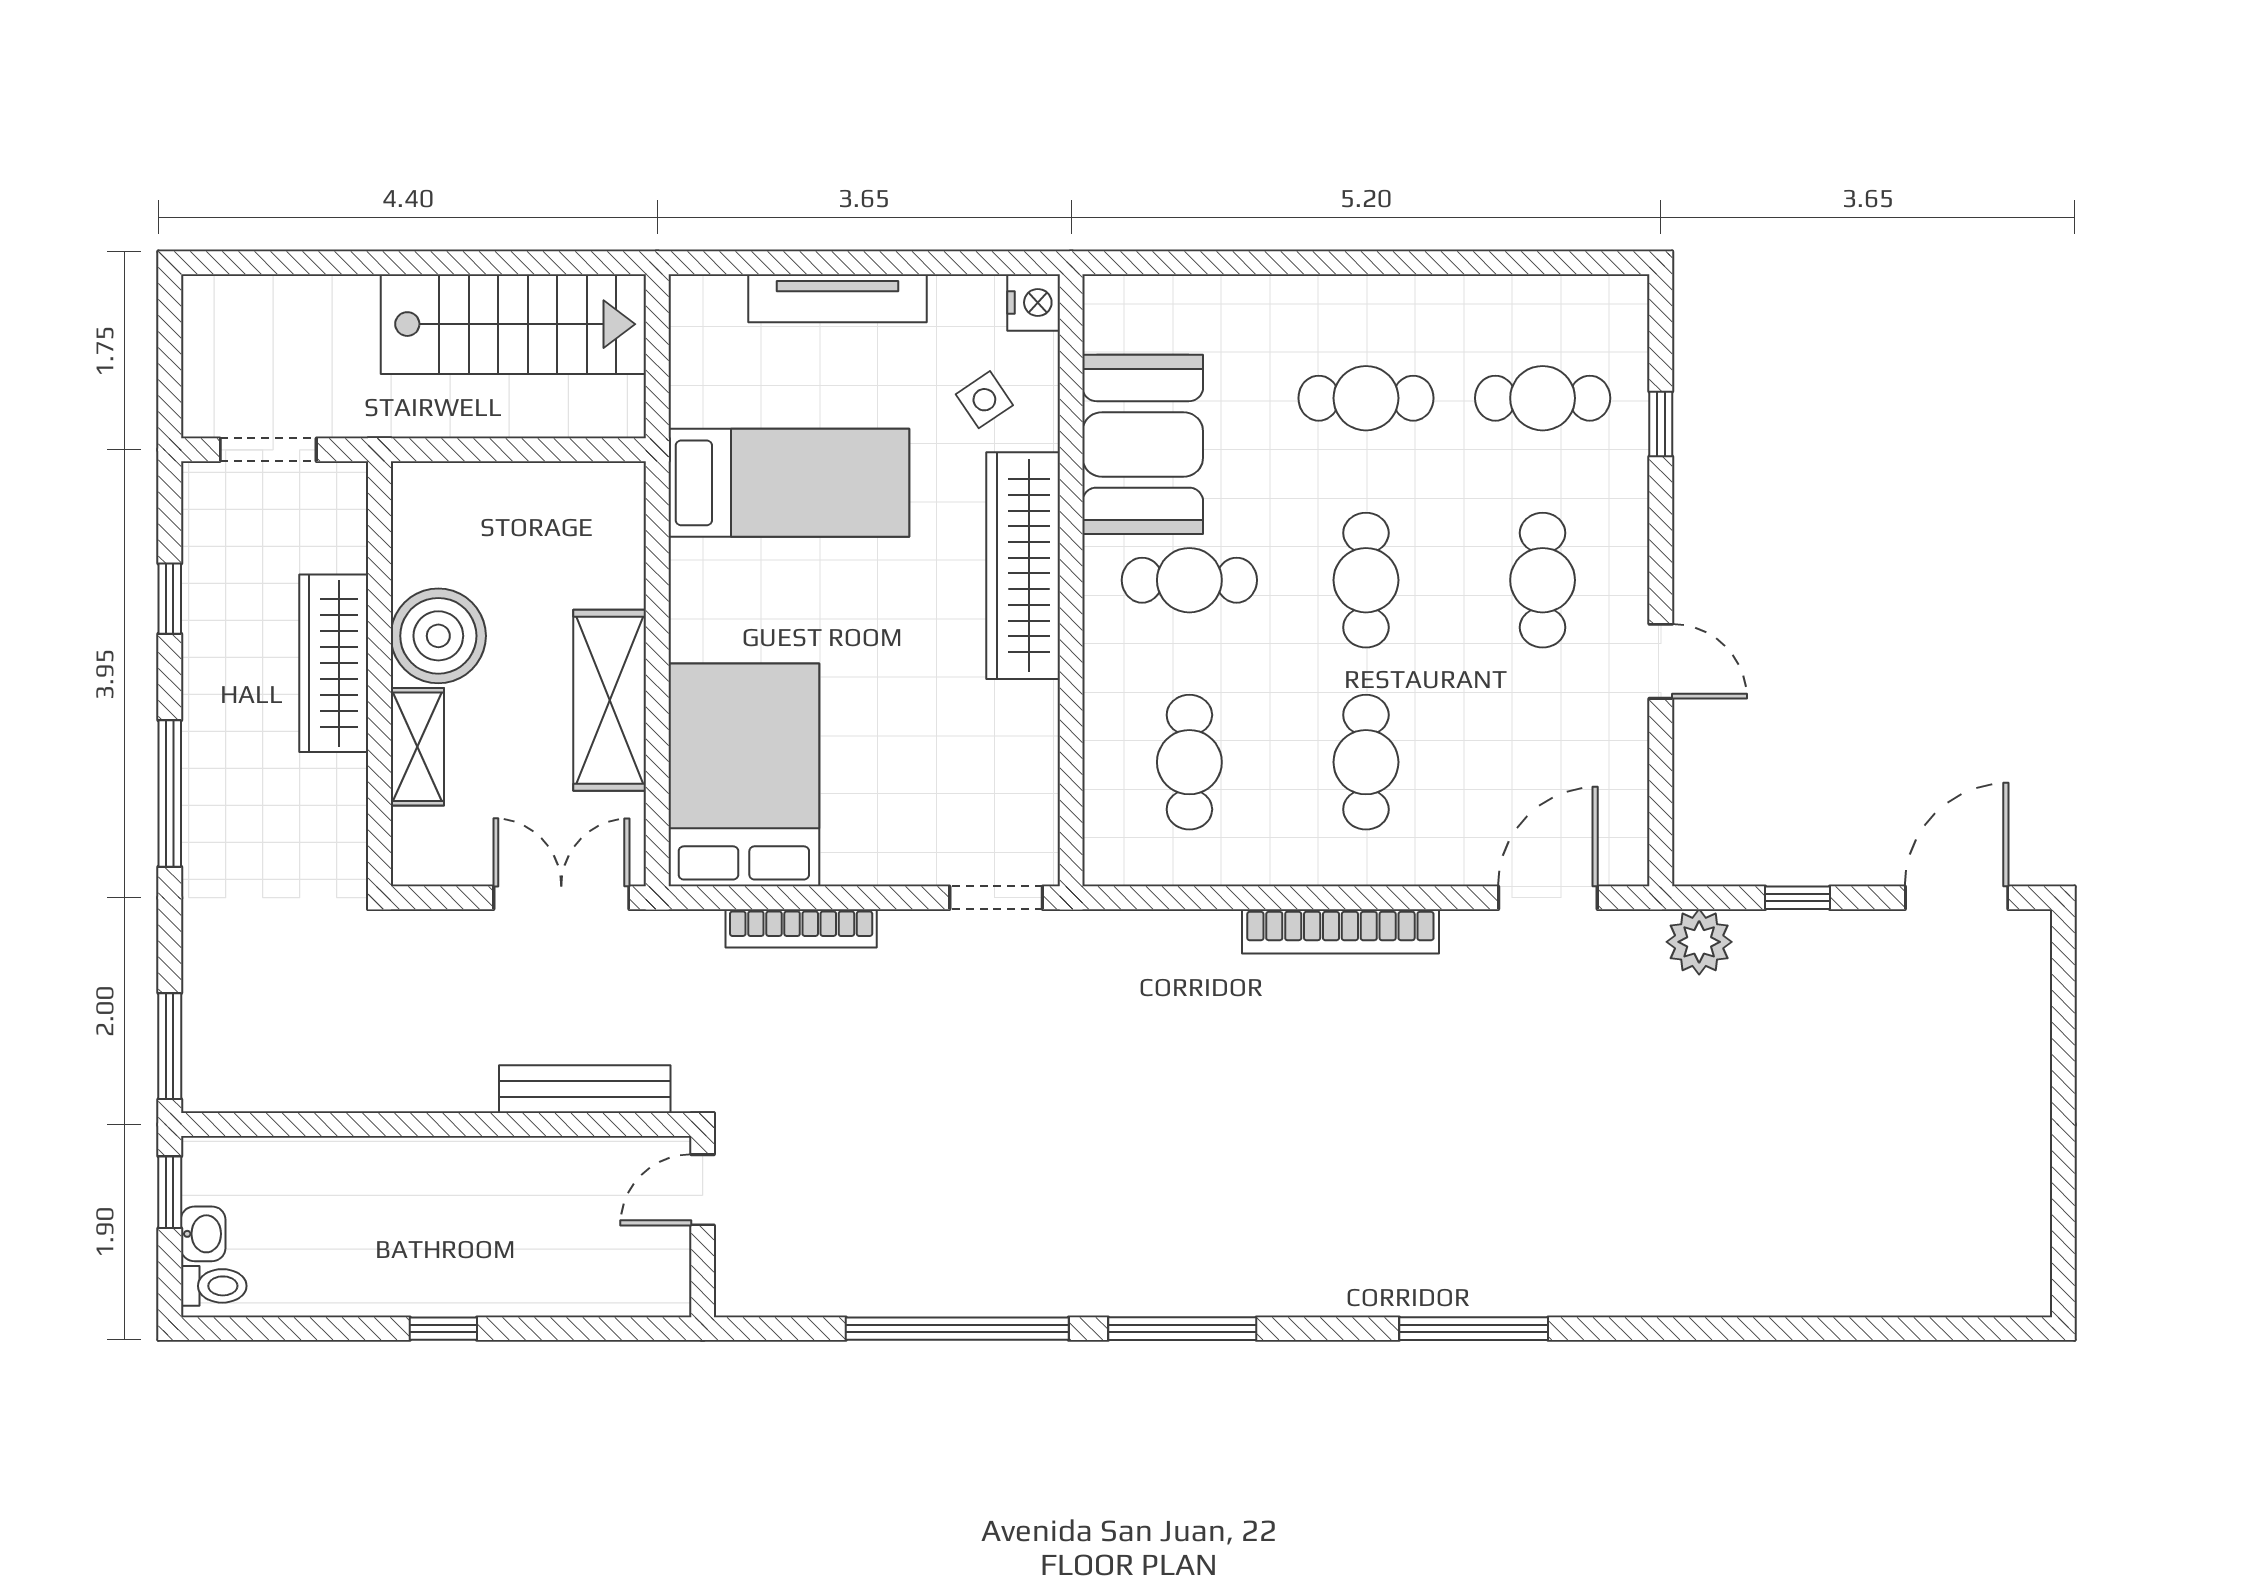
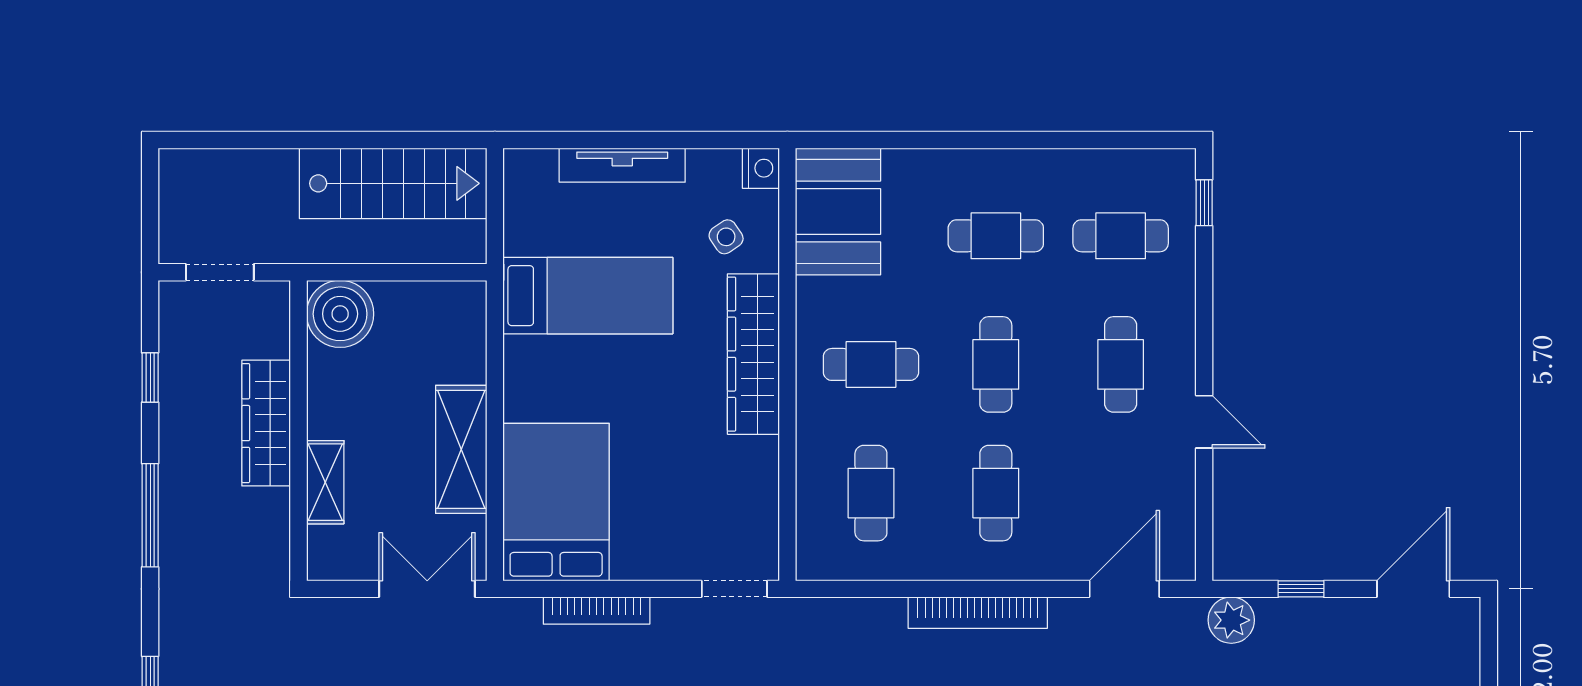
window: (1661, 424) -> (1204, 203), moved
booth: (1143, 444) -> (838, 211), moved
boiler: (438, 636) -> (340, 314), moved

